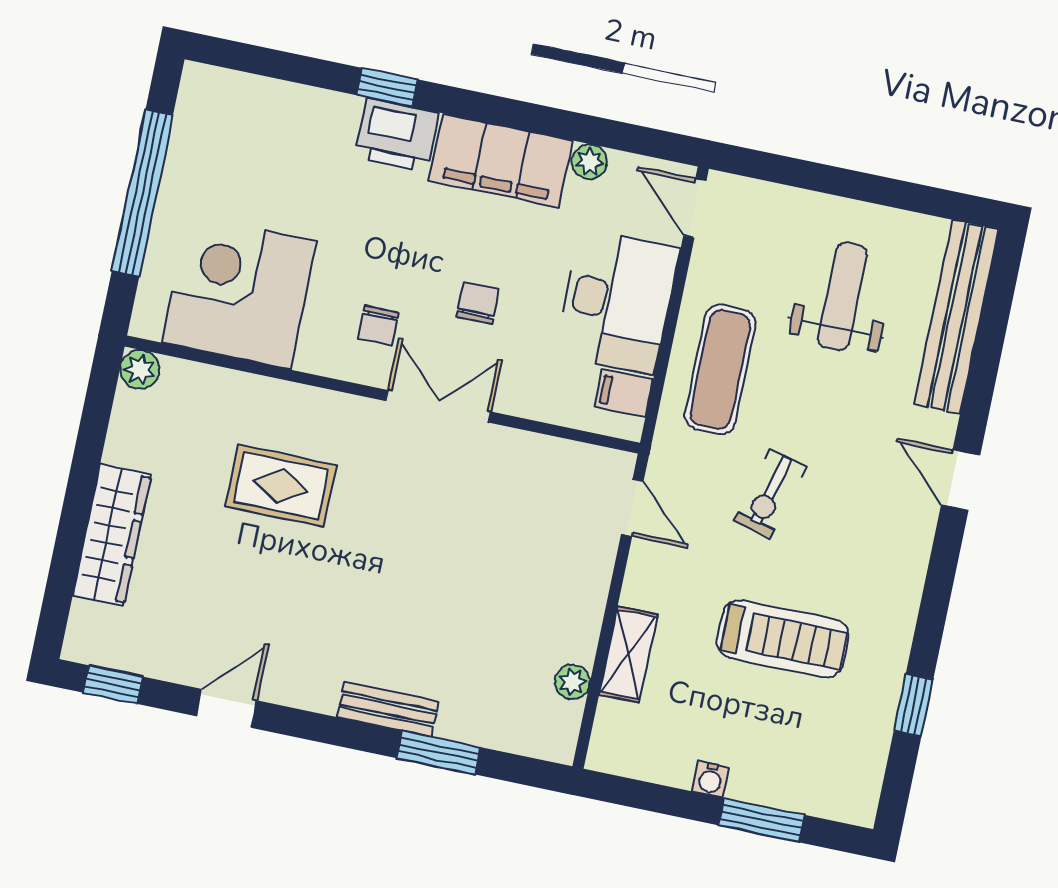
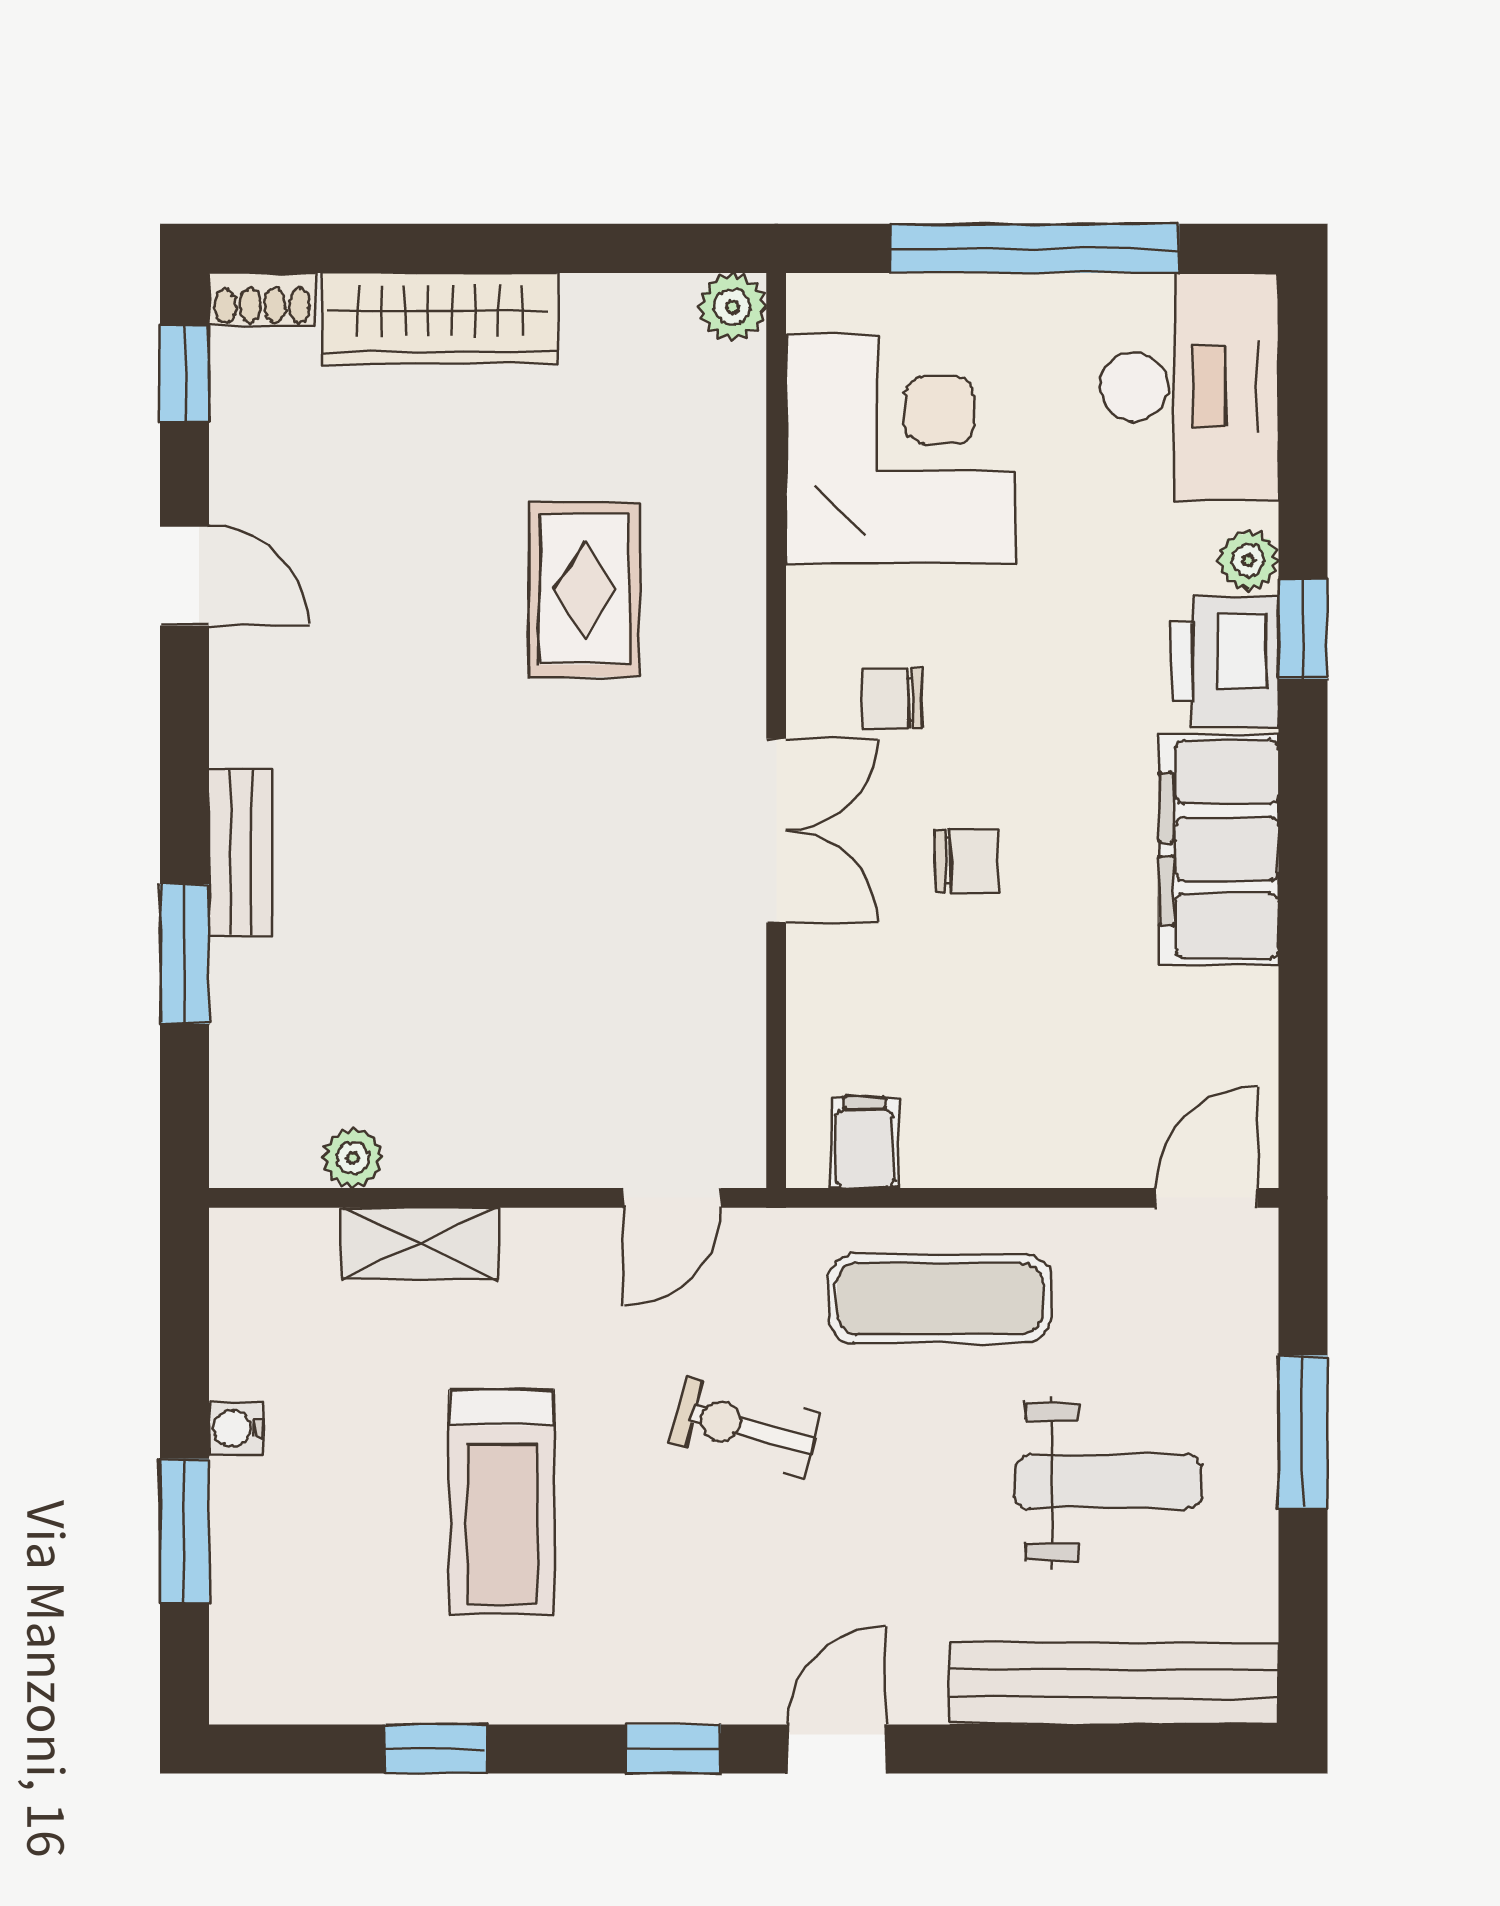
plant: (590, 162) -> (1248, 560), moved
window: (837, 181) -> (1303, 1432), added
desk: (617, 301) -> (1189, 387), moved, turned -90
window: (941, 571) -> (674, 1749), added
shoe rack: (80, 632) -> (262, 299), added

